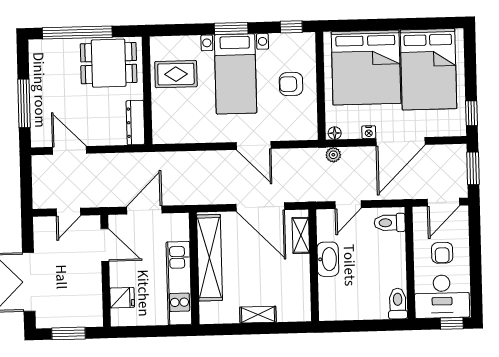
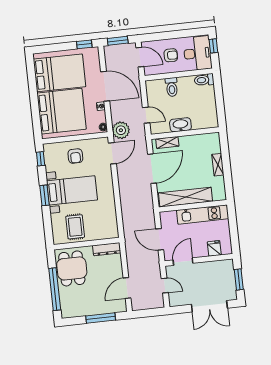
door: (254, 145) -> (112, 153), moved
plant: (333, 155) -> (121, 130), width x1.88, depth x1.88
toilet: (390, 223) -> (172, 87), moved

